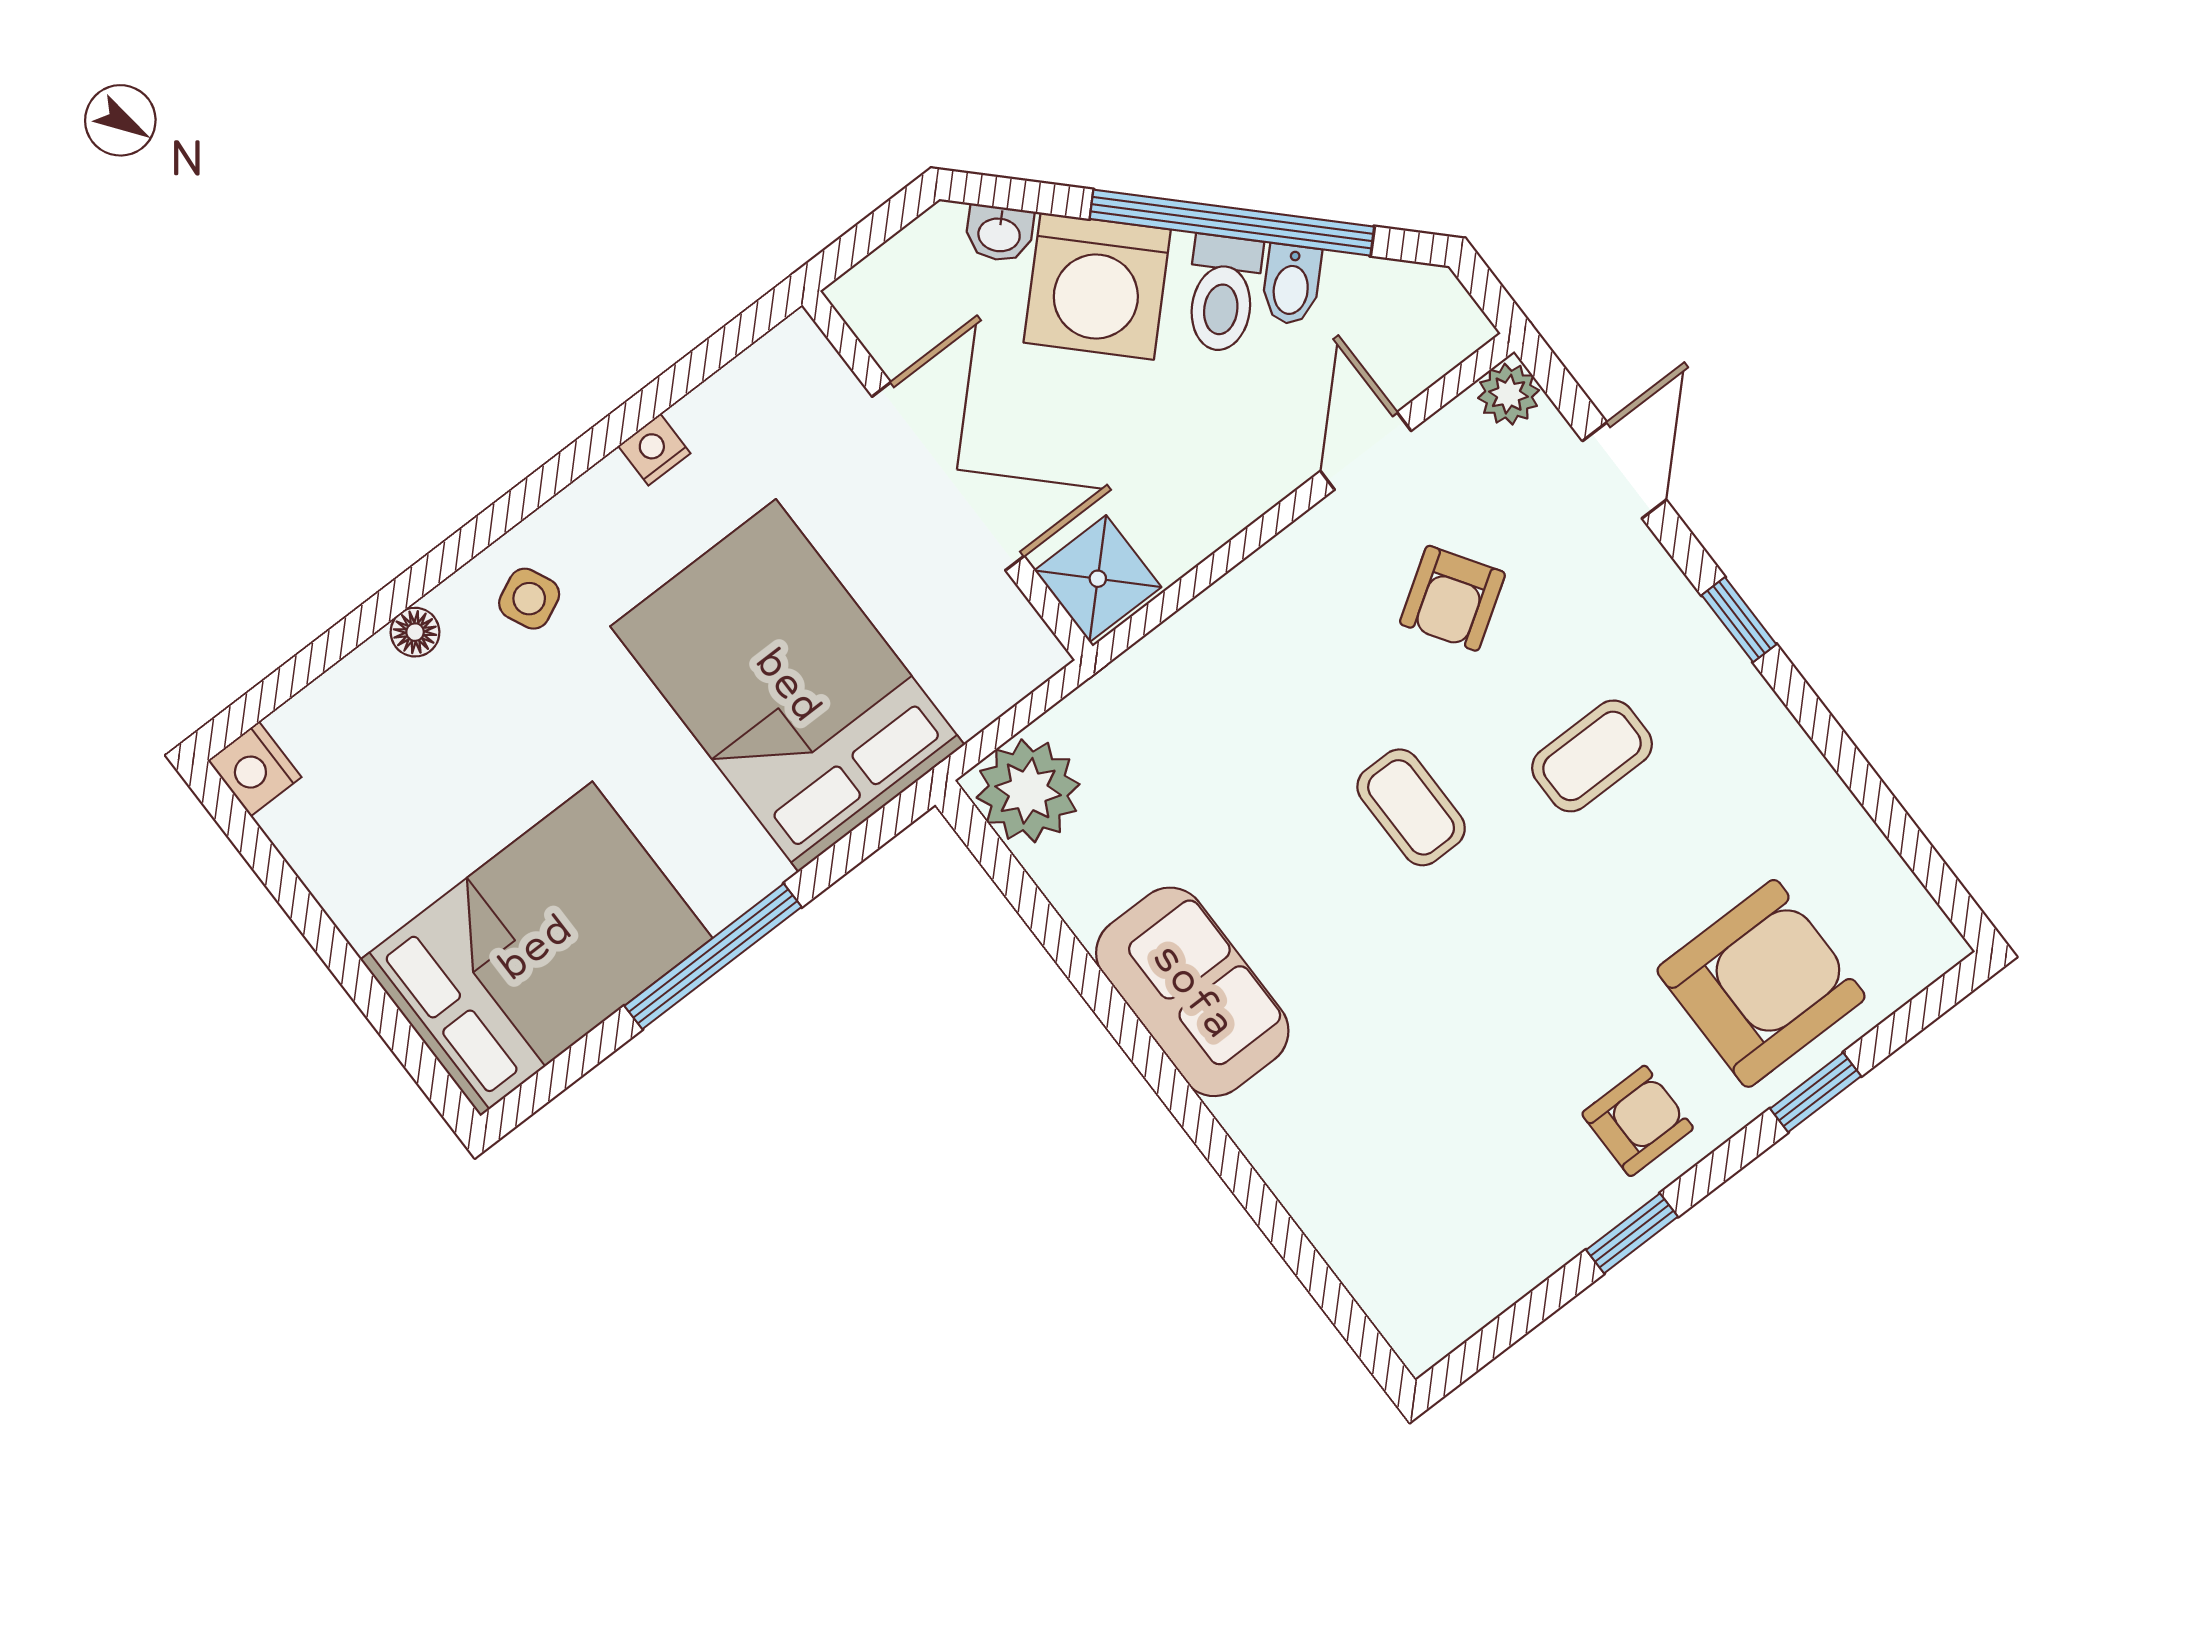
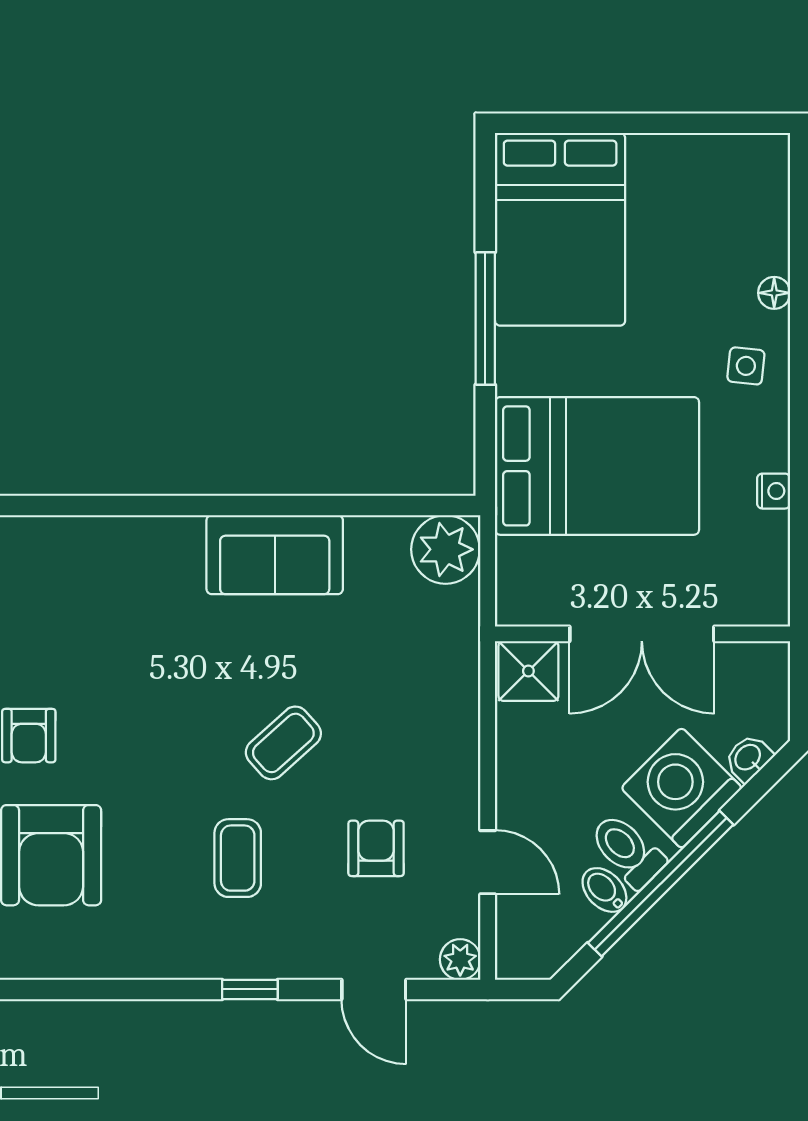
armchair: (1452, 598) -> (376, 848), turned 33
side table: (529, 599) -> (746, 366), turned 31
nightstand: (255, 769) -> (767, 154), removed
coffee table: (1411, 807) -> (283, 743), turned -42

